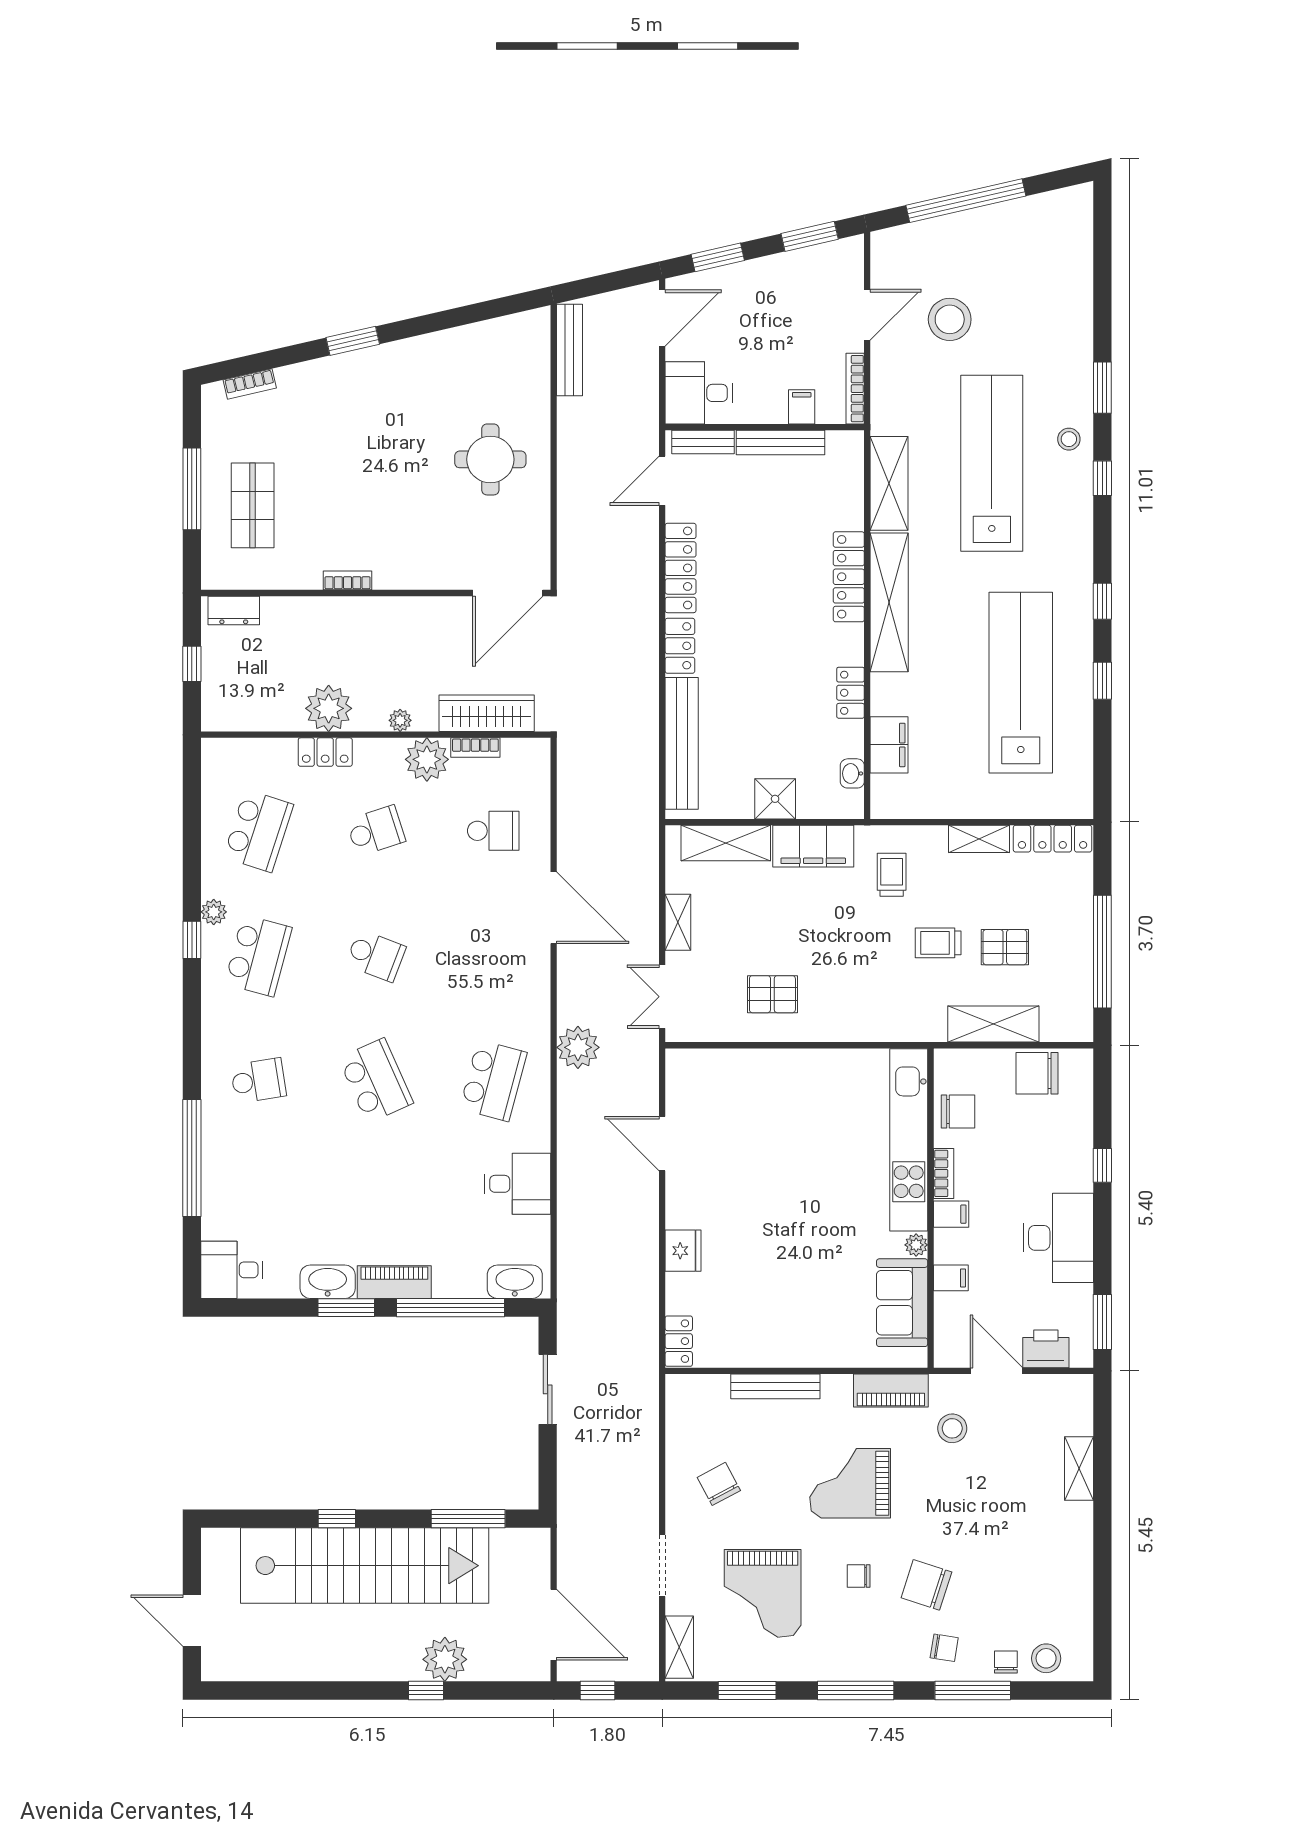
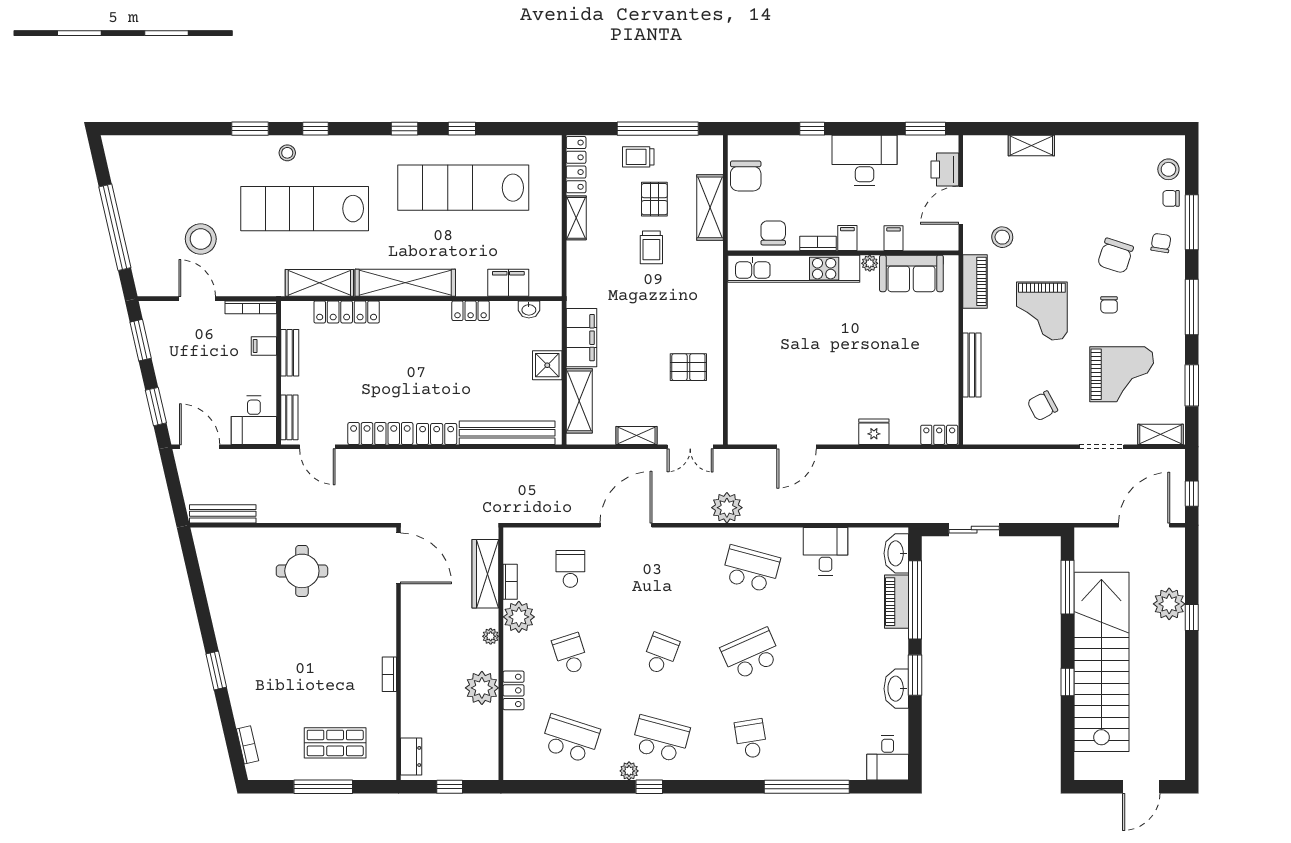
bench: (781, 443) -> (290, 353), width x0.73
locker: (849, 577) -> (347, 312), moved
trolley: (892, 875) -> (638, 157), moved
pallet: (772, 994) -> (688, 367), turned 90
piano: (394, 1282) -> (897, 602), moved

